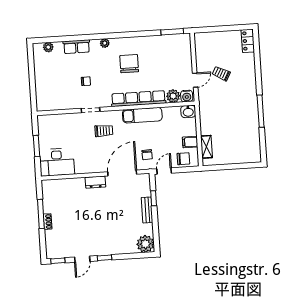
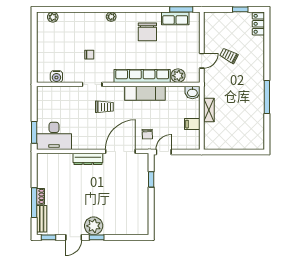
window: (229, 28) -> (240, 9), added
row of seats: (77, 47) -> (175, 18), moved
chair: (129, 64) -> (147, 32), moved, turned 180
water cooler: (187, 96) -> (56, 77), moved
window: (36, 146) -> (34, 132), moved
shelving: (206, 147) -> (209, 110), moved
chair: (183, 159) -> (184, 141), removed
dresser: (95, 182) -> (88, 159), width x1.44
bench: (147, 210) -> (42, 219), moved
window: (41, 214) -> (34, 203), moved
plant: (145, 244) -> (94, 226), moved

